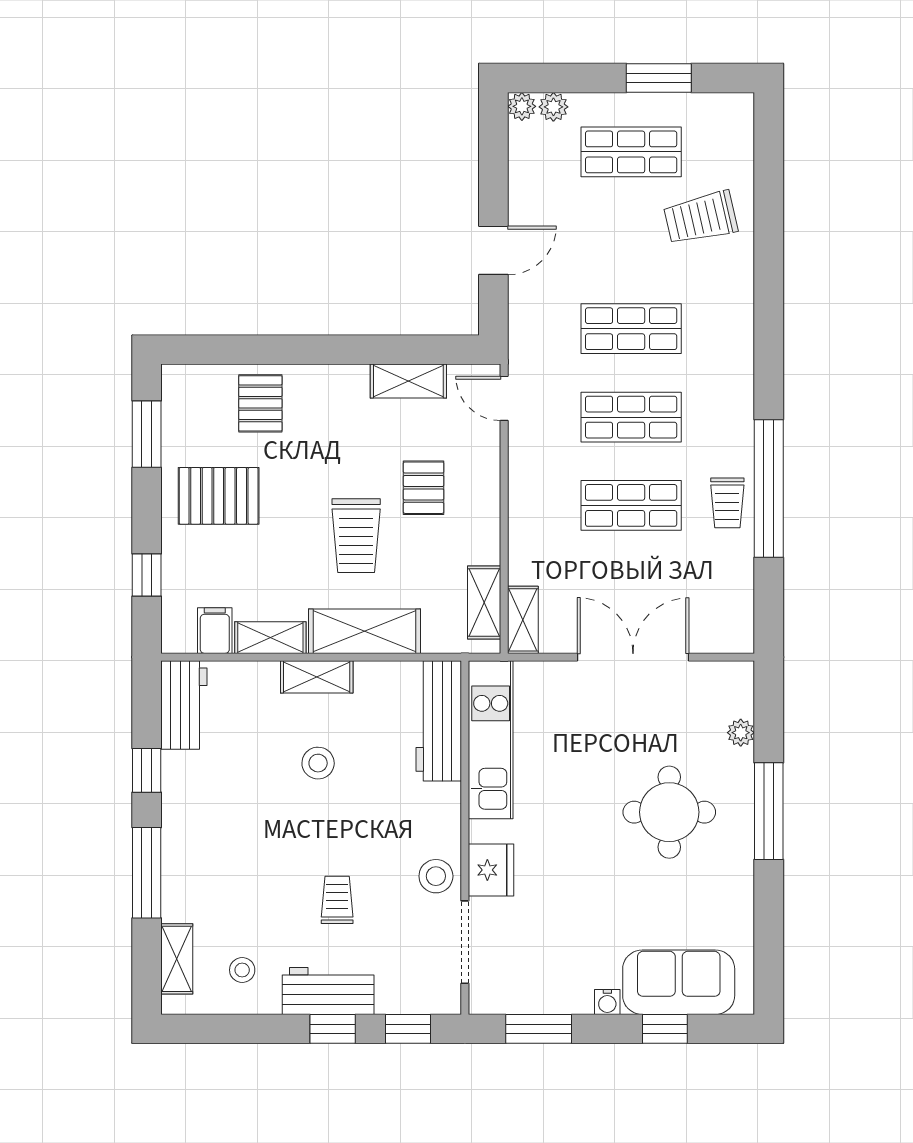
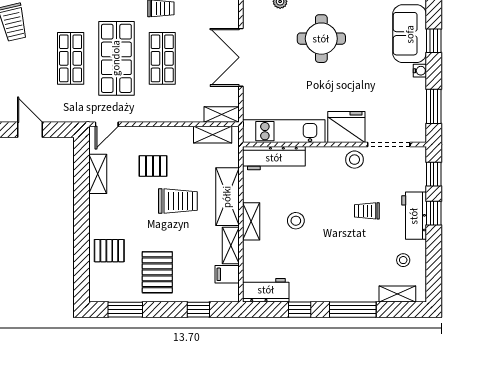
shop shelf: (631, 417) -> (116, 58), width x1.43, depth x1.36
fridge: (491, 870) -> (346, 127), width x1.36, depth x1.34

